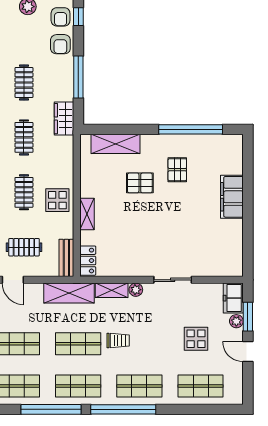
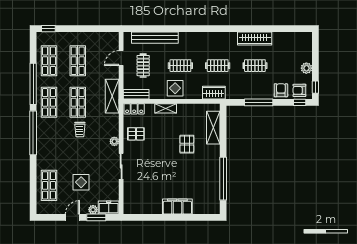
armchair: (60, 44) -> (281, 90), turned 90
wardrobe: (64, 119) -> (214, 93), moved
pallet: (177, 170) -> (136, 134), moved
shelving: (112, 290) -> (114, 125), removed
shop shelf: (139, 386) -> (49, 144), removed

